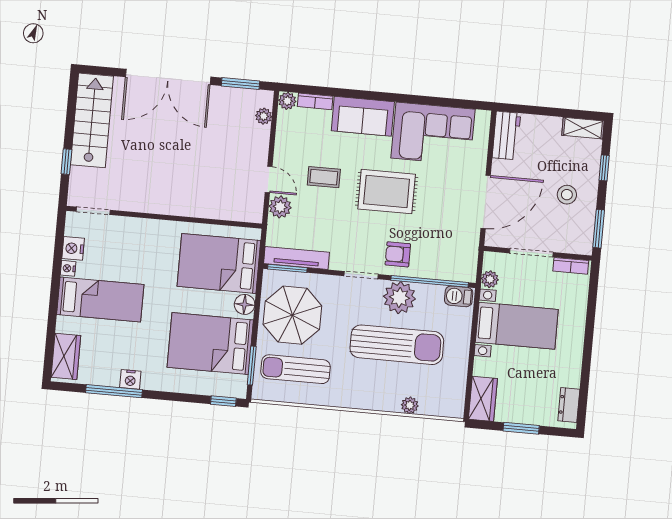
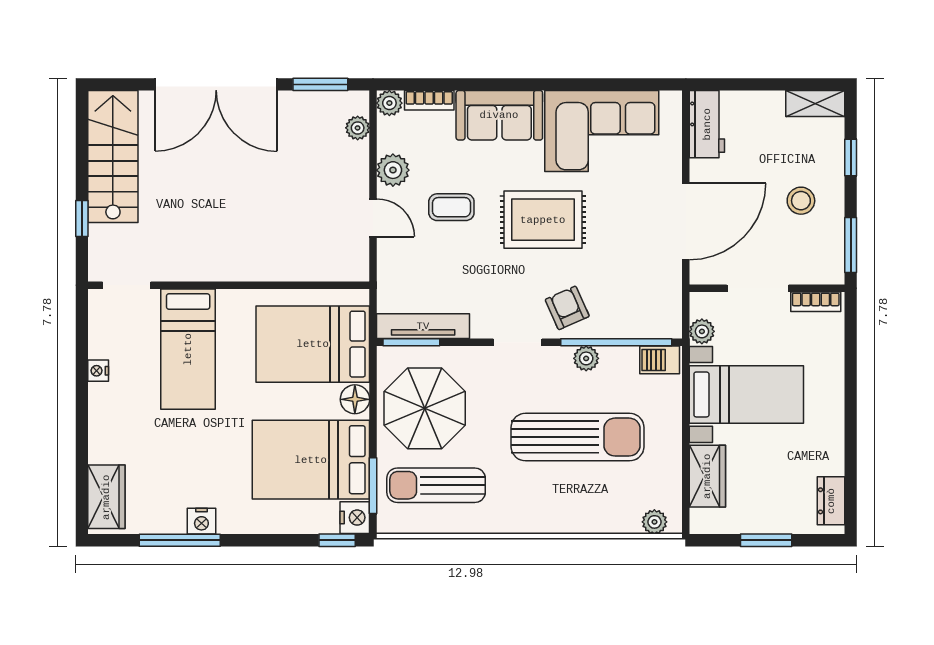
plant: (280, 207) -> (393, 170), moved
nightstand: (73, 248) -> (355, 518), moved, turned 180
armchair: (398, 254) -> (567, 308), turned 66
plant: (399, 298) -> (586, 358), width x0.53, depth x0.53
bed: (100, 299) -> (188, 349), moved, turned 90
wardrobe: (483, 399) -> (707, 476), moved
plant: (410, 405) -> (654, 522), moved

